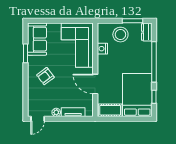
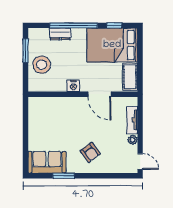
dresser: (147, 32) -> (60, 34), moved
corner sofa: (77, 45) -> (54, 115), removed
nightstand: (102, 49) -> (73, 86), moved
door: (95, 84) -> (99, 94), hinge flipped

